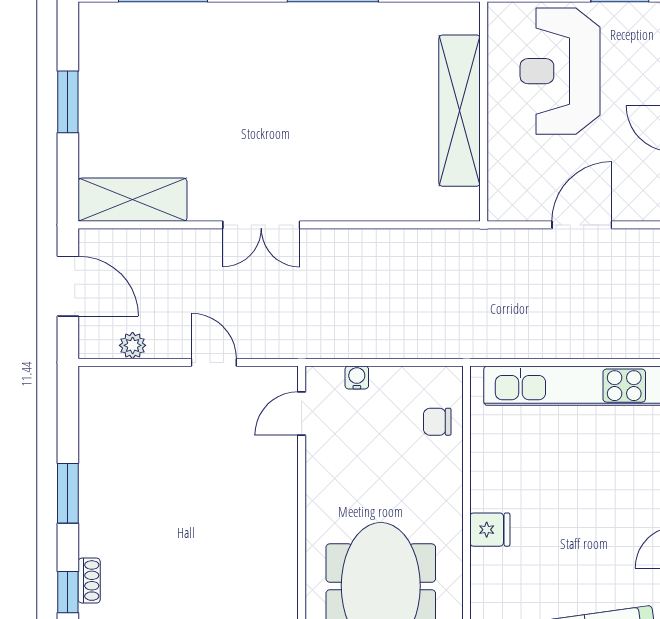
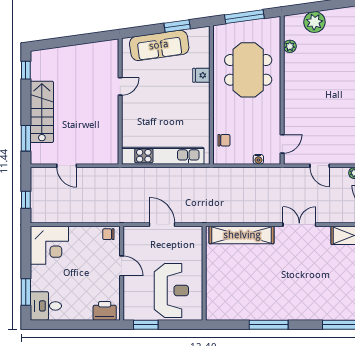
shelving: (460, 111) -> (242, 235), moved, turned 90
door: (582, 225) -> (162, 225), swing flipped
fridge: (490, 530) -> (201, 75), moved

